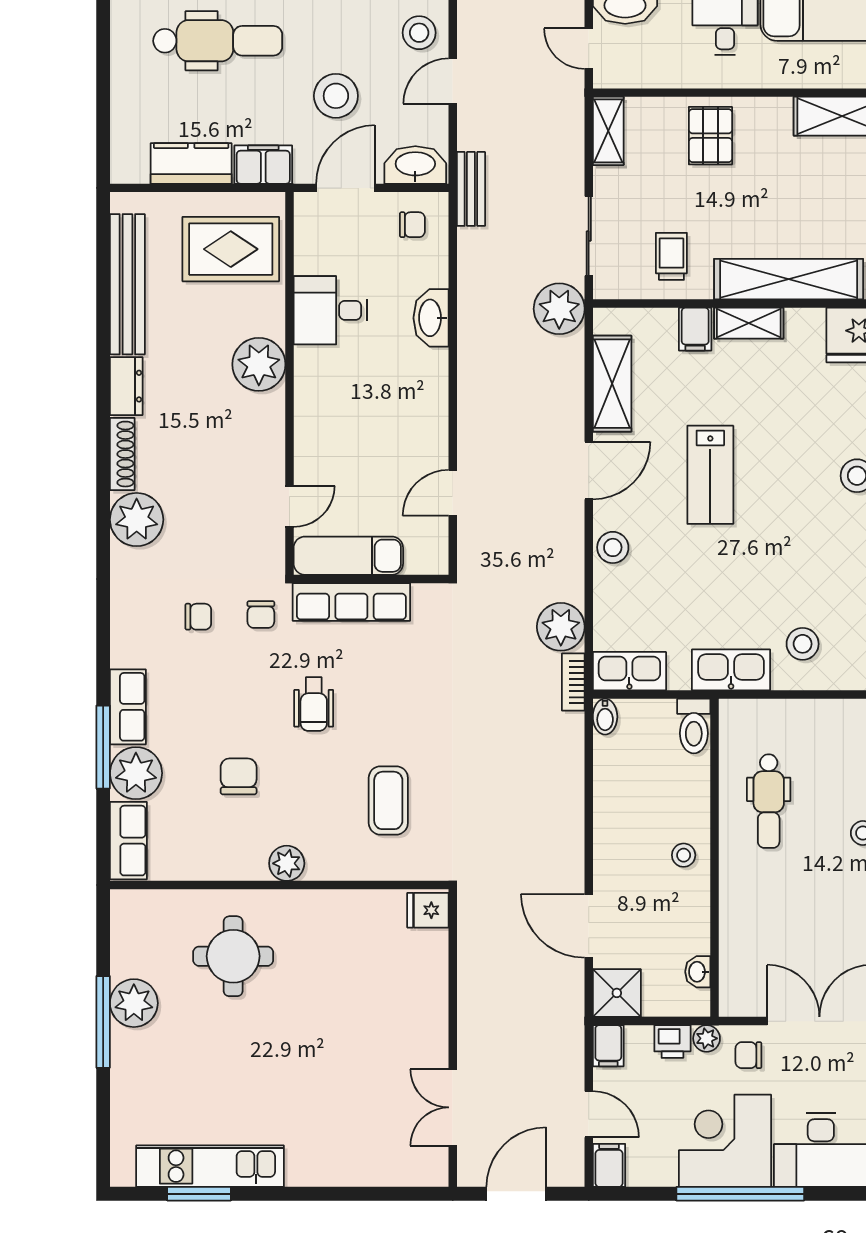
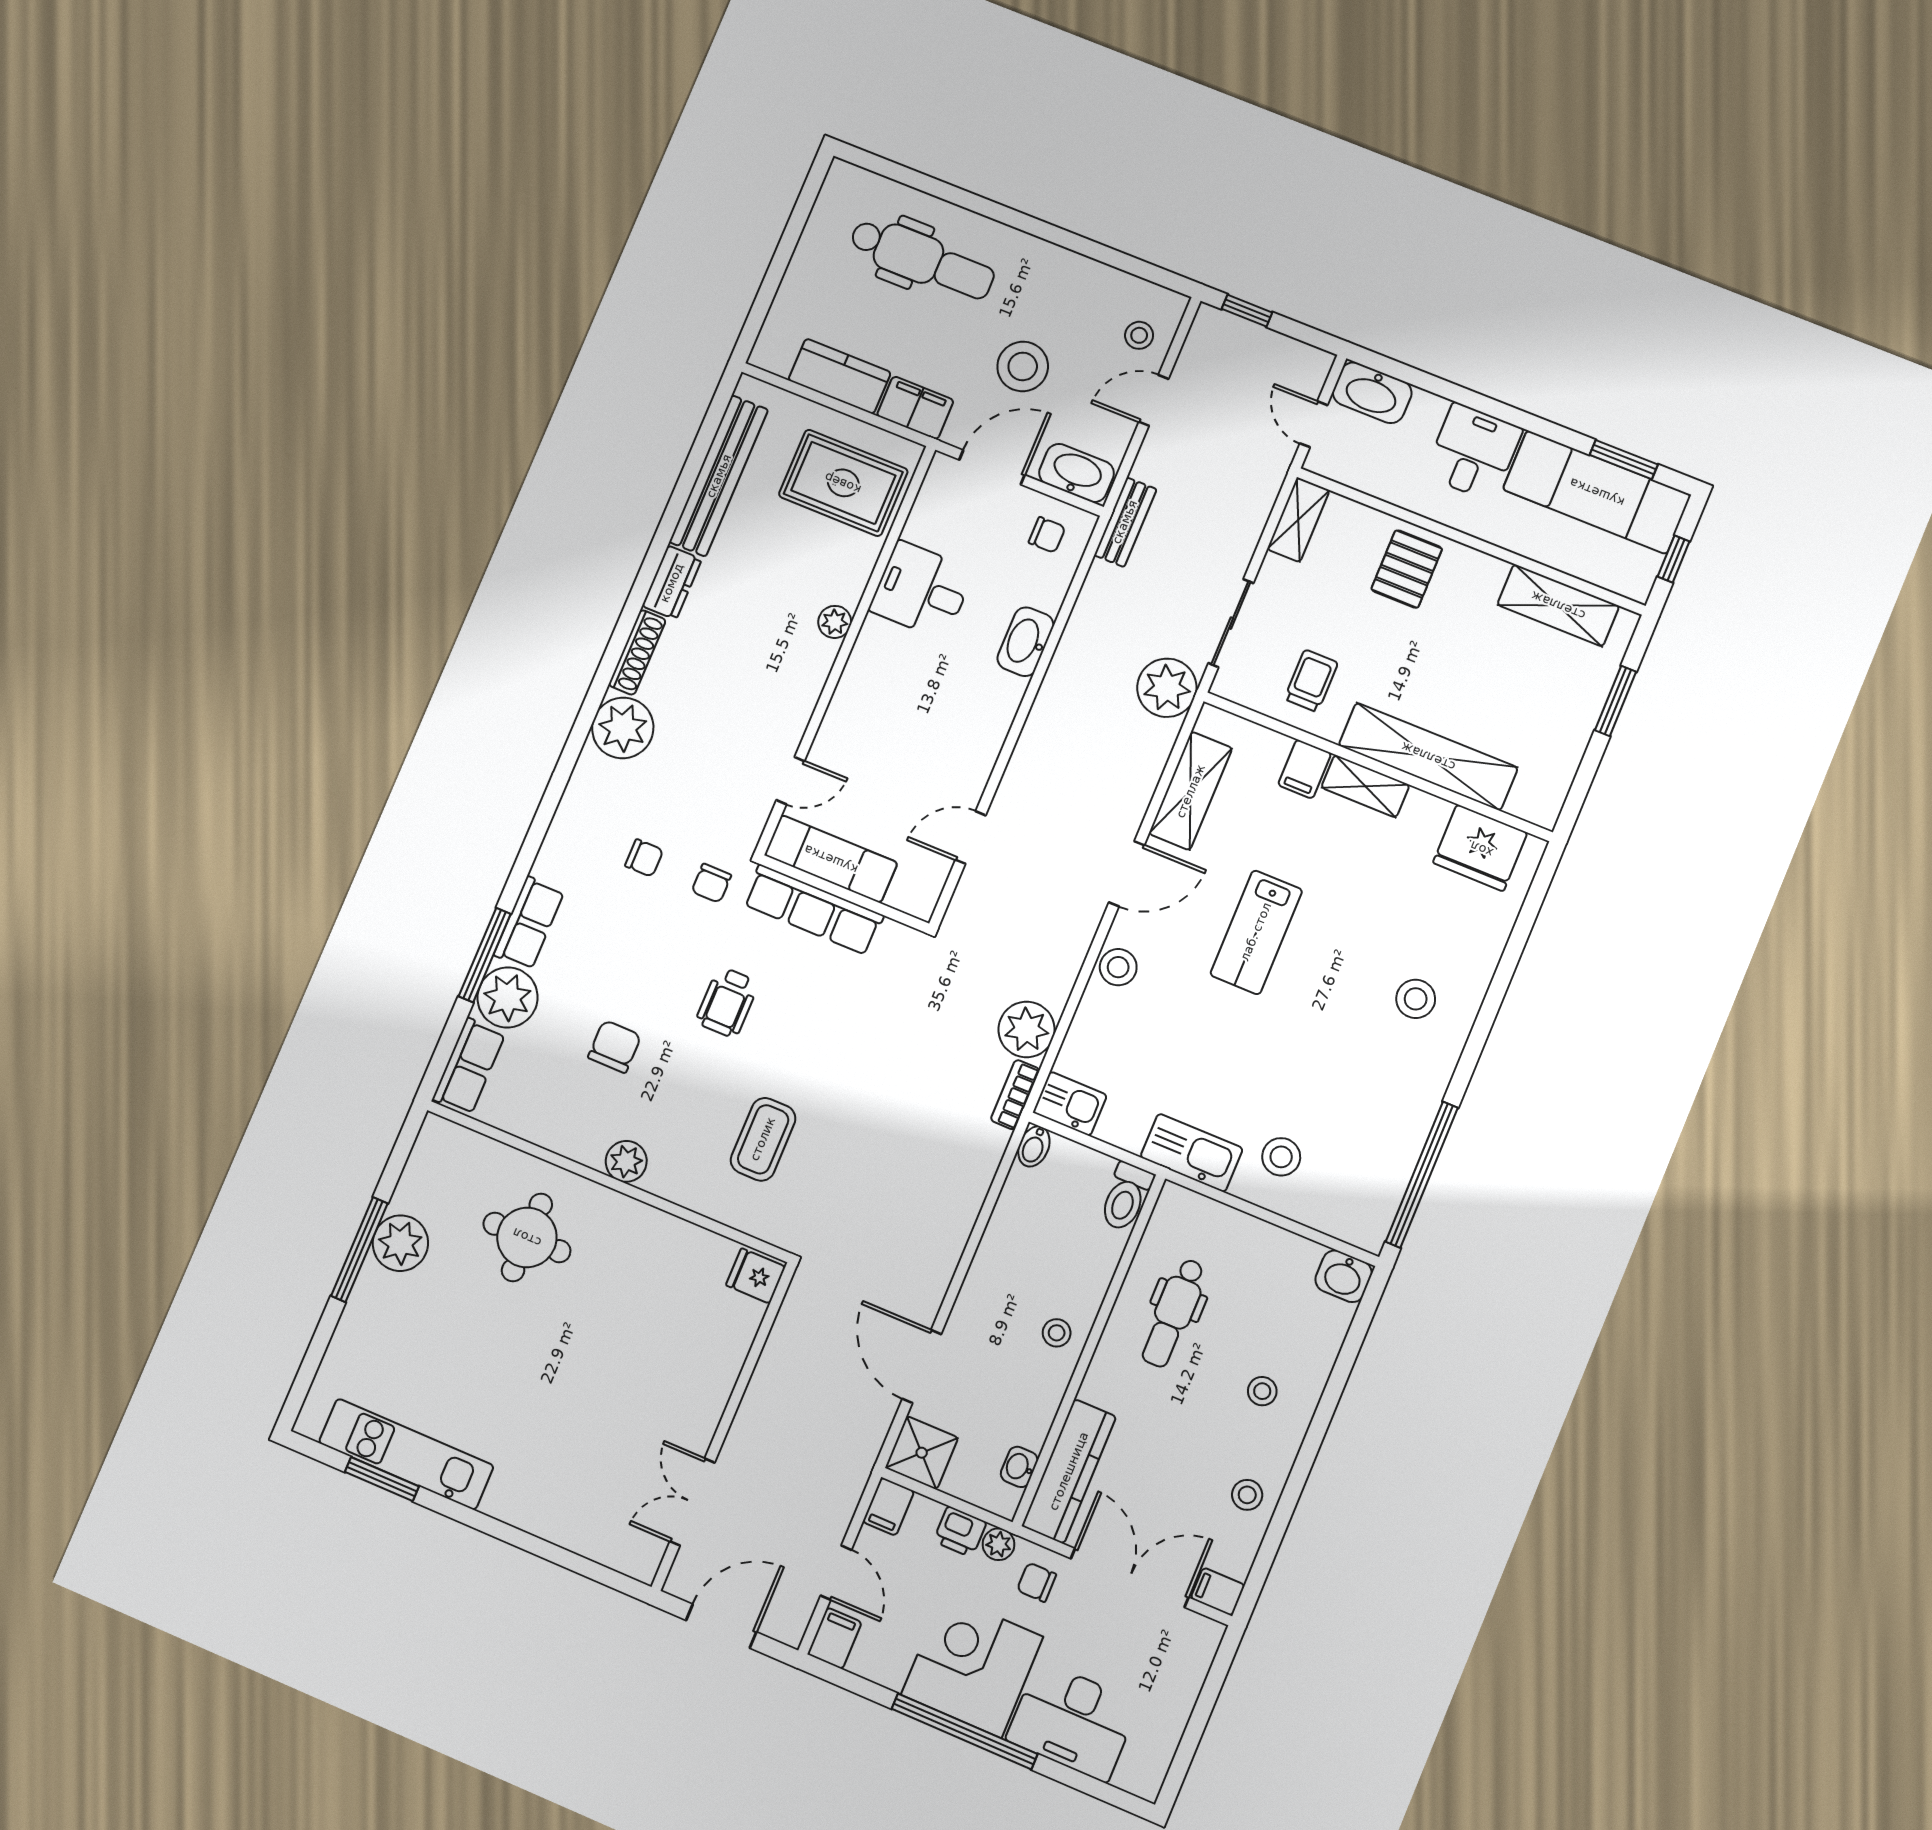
stool: (419, 33) -> (1139, 335), width x0.73, depth x0.73
plant: (259, 364) -> (835, 622), width x0.53, depth x0.53
kitchen sink: (629, 671) -> (1070, 1104), width x0.73
kitchen counter: (738, 959) -> (1069, 1471), added

